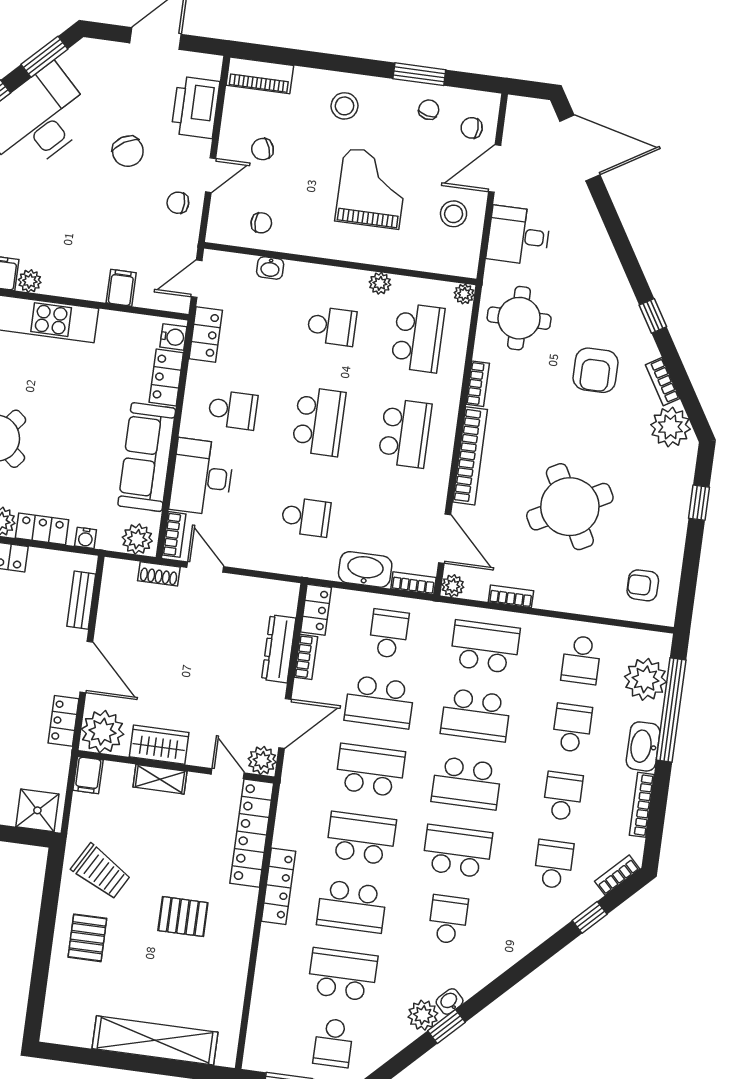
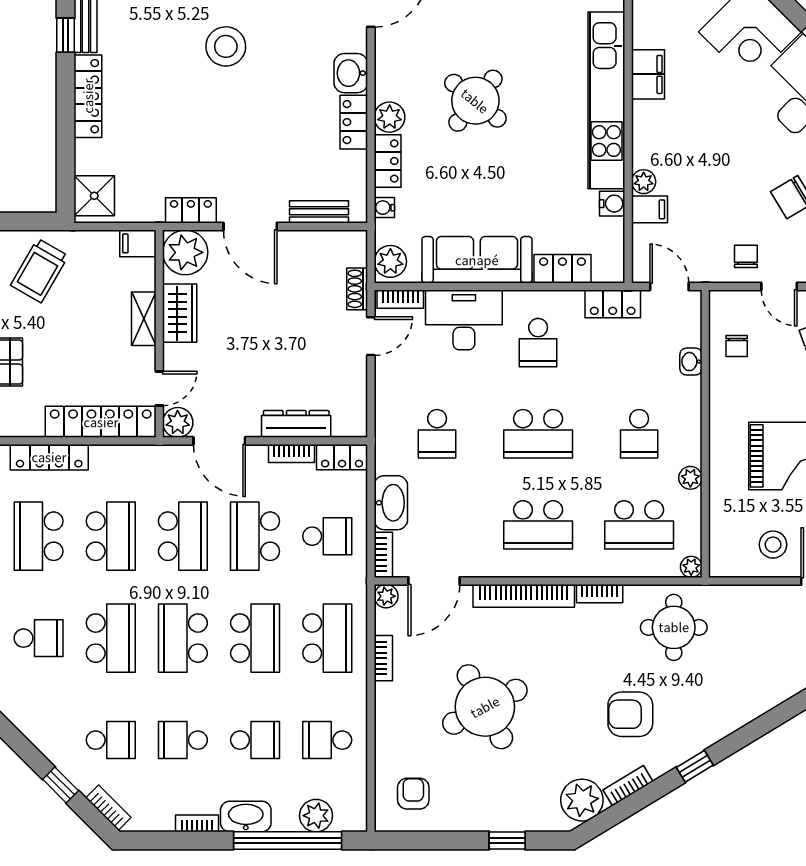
desk: (519, 236) -> (759, 615), removed
plant: (30, 281) -> (644, 182), moved
water cooler: (173, 337) -> (612, 204), moved, turned -90
door: (86, 667) -> (250, 226), hinge flipped
plant: (645, 679) -> (316, 816), width x0.73, depth x0.73
school desk: (476, 715) -> (255, 638), turned 180
school desk: (563, 796) -> (183, 740), turned 180
bookcase: (642, 805) -> (197, 823), width x0.64

